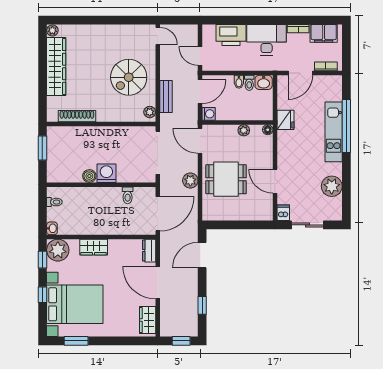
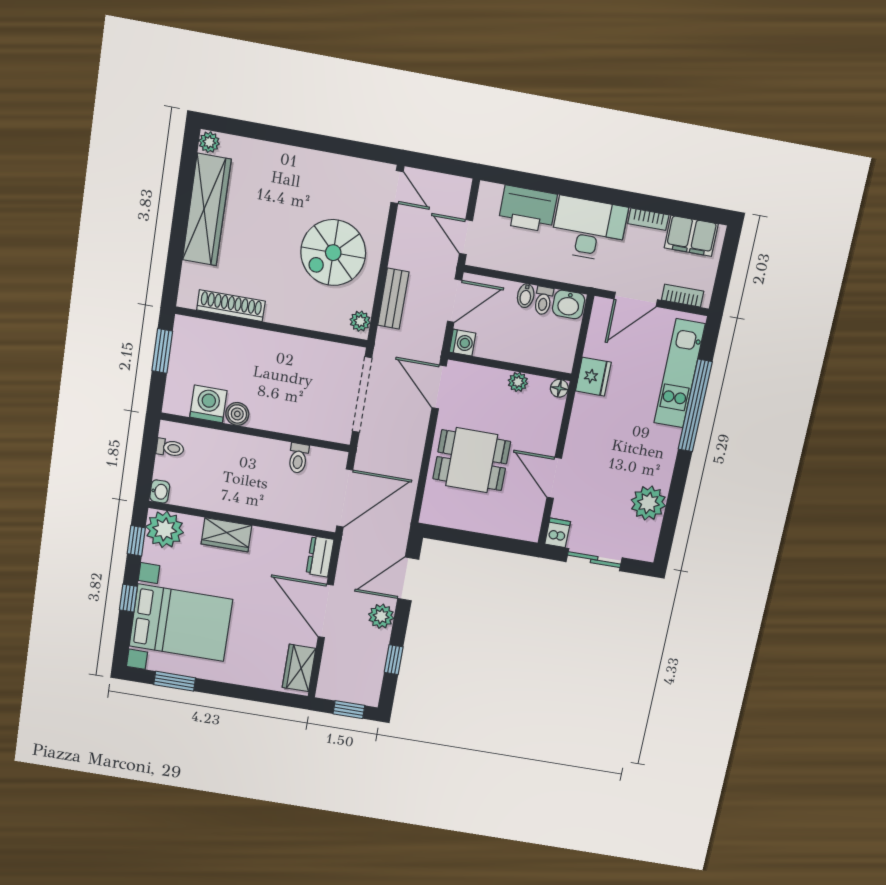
kitchen unit: (334, 132) -> (680, 373), moved
washing machine: (106, 173) -> (208, 404), moved
plant: (190, 180) -> (381, 616), moved

